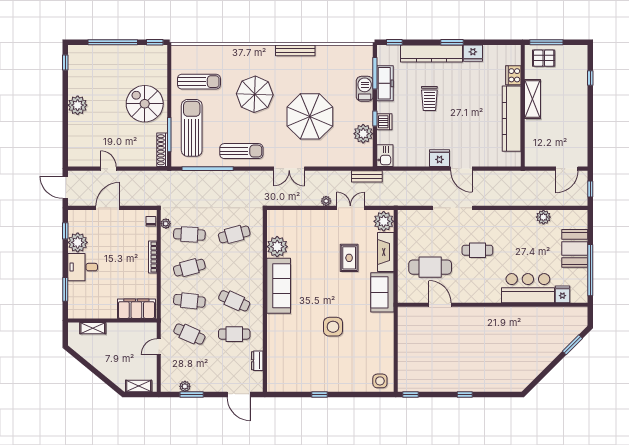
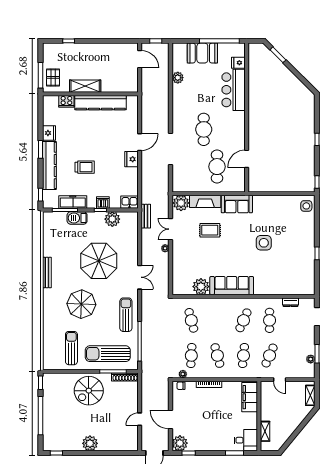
plant: (78, 242) -> (180, 443), moved
cafe table: (477, 250) -> (204, 129), width x1.37, depth x1.35
desk: (83, 267) -> (246, 440), moved, turned -90

